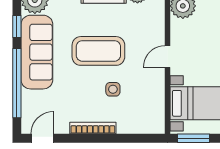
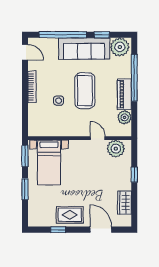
door: (167, 57) -> (98, 138), moved

